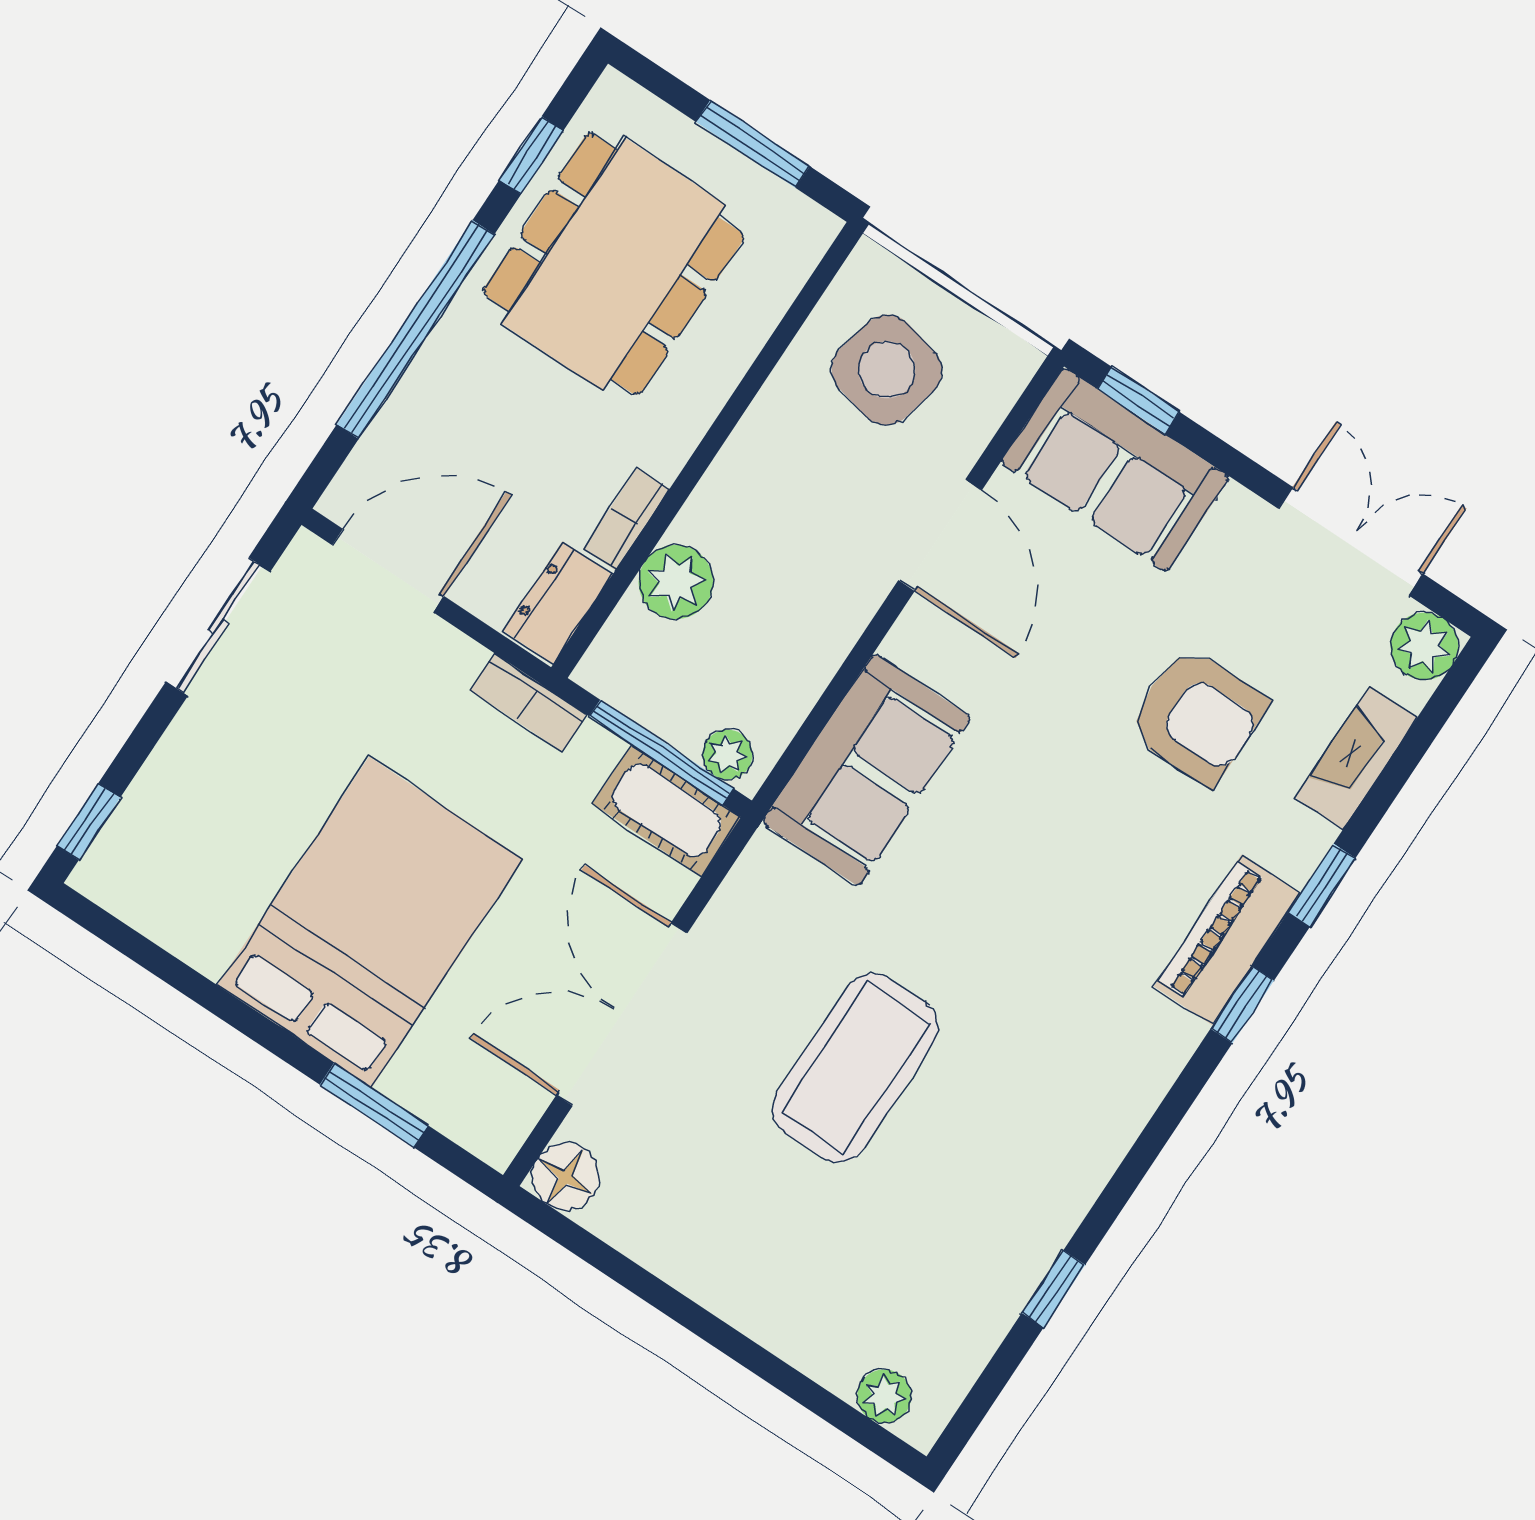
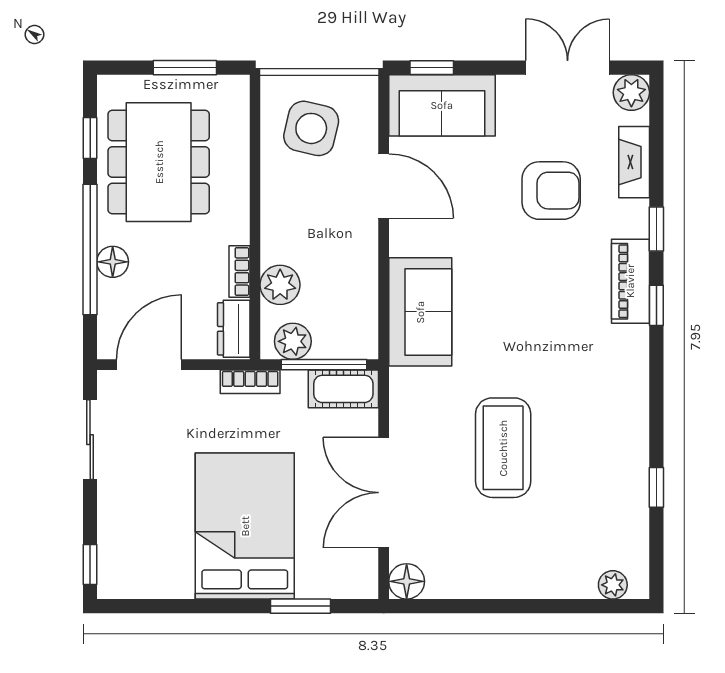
floor lamp: (438, 372) -> (113, 262), added
plant: (727, 755) -> (293, 341), moved, width x1.38, depth x1.38

